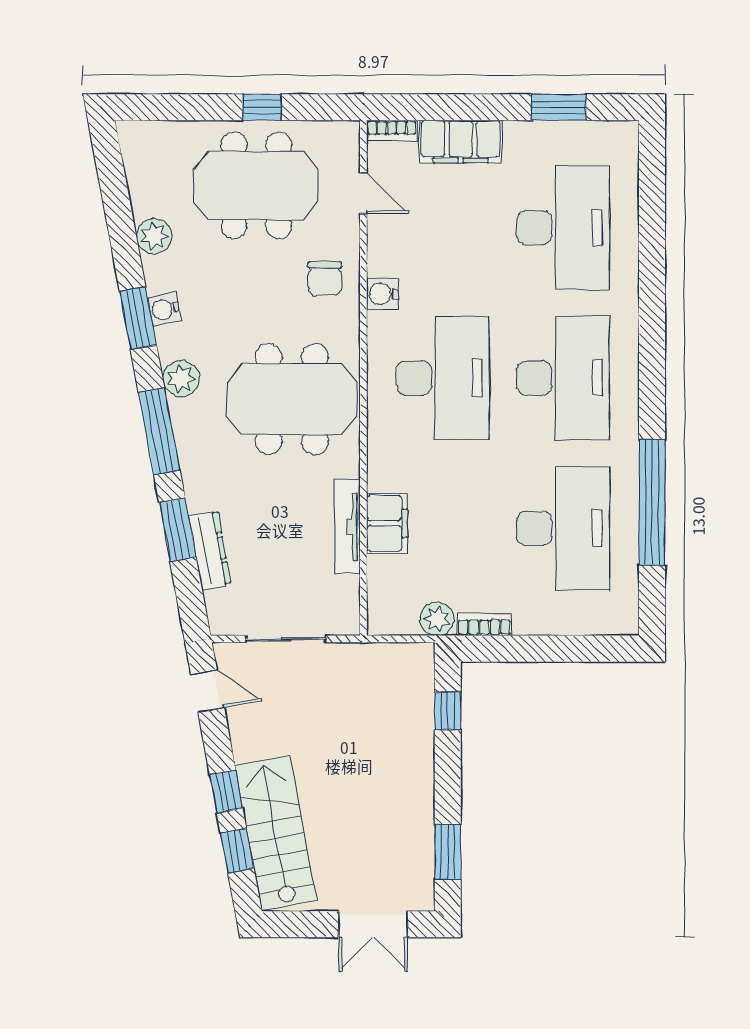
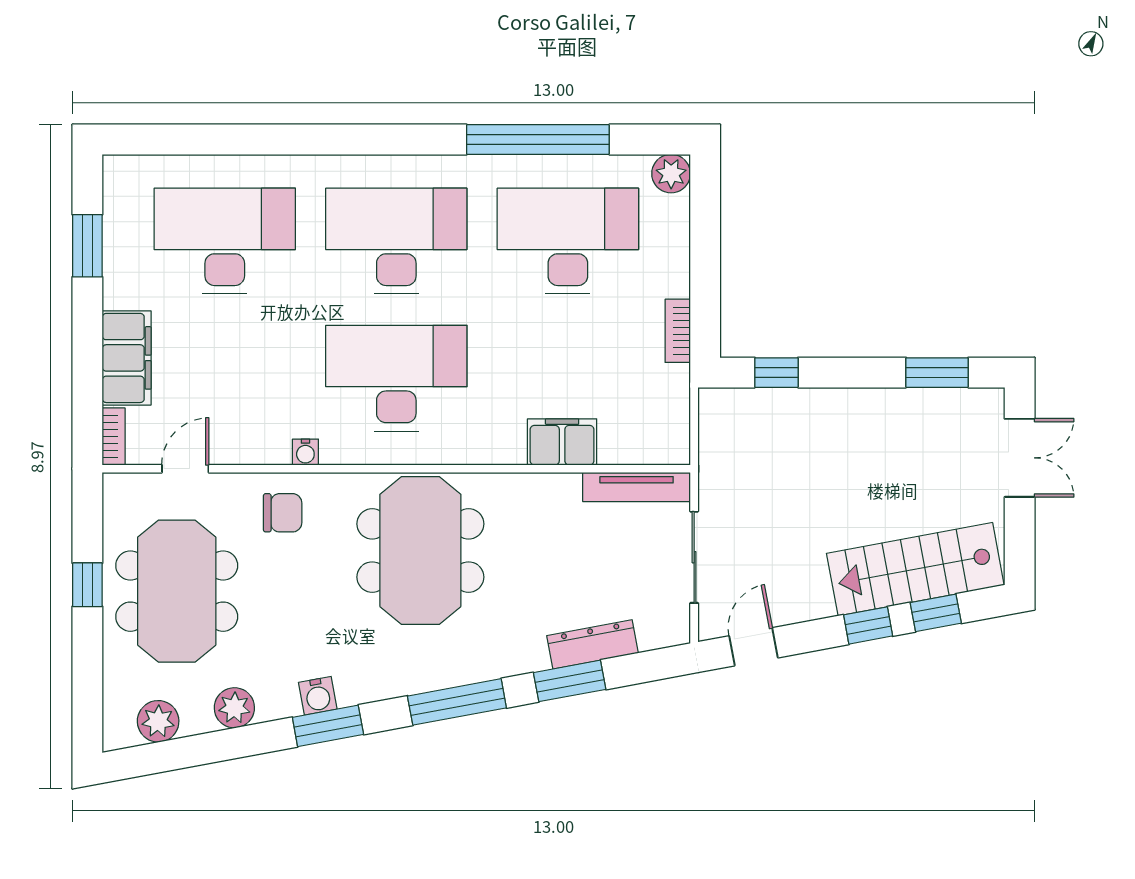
water cooler: (382, 294) -> (305, 452), width x0.72, depth x0.72
plant: (181, 379) -> (158, 721), moved
tv unit: (347, 527) -> (637, 487), moved
plant: (437, 619) -> (671, 174), moved

